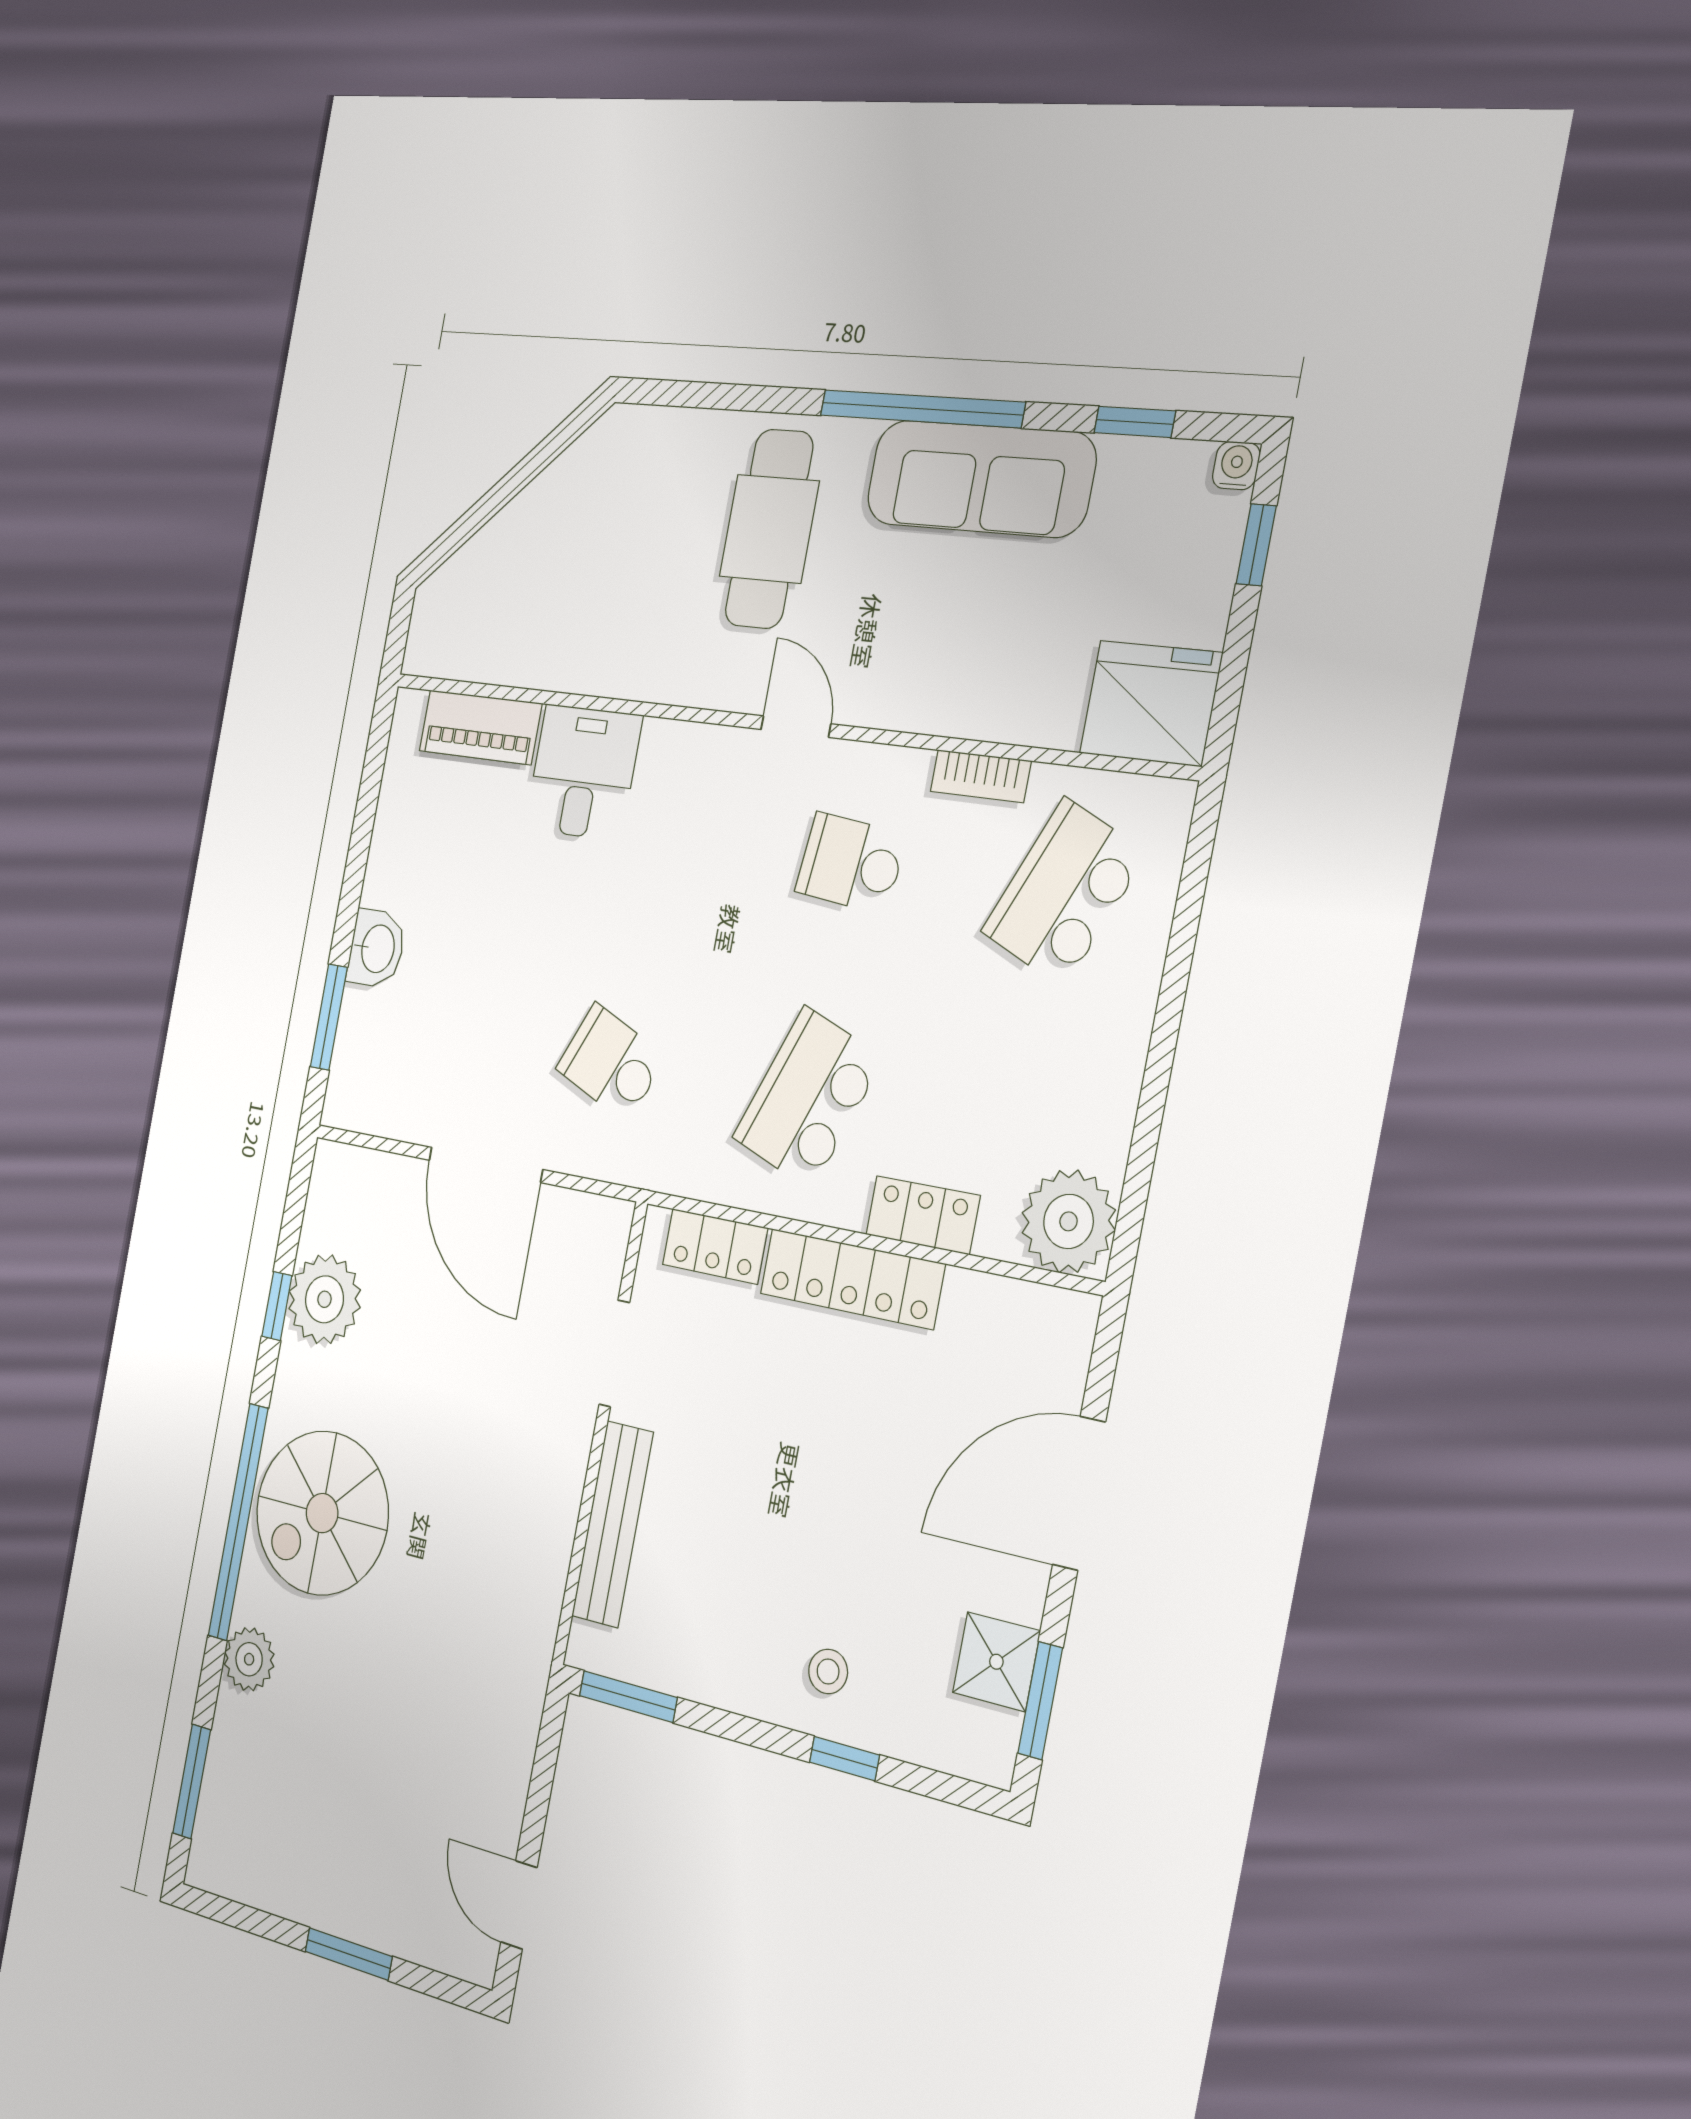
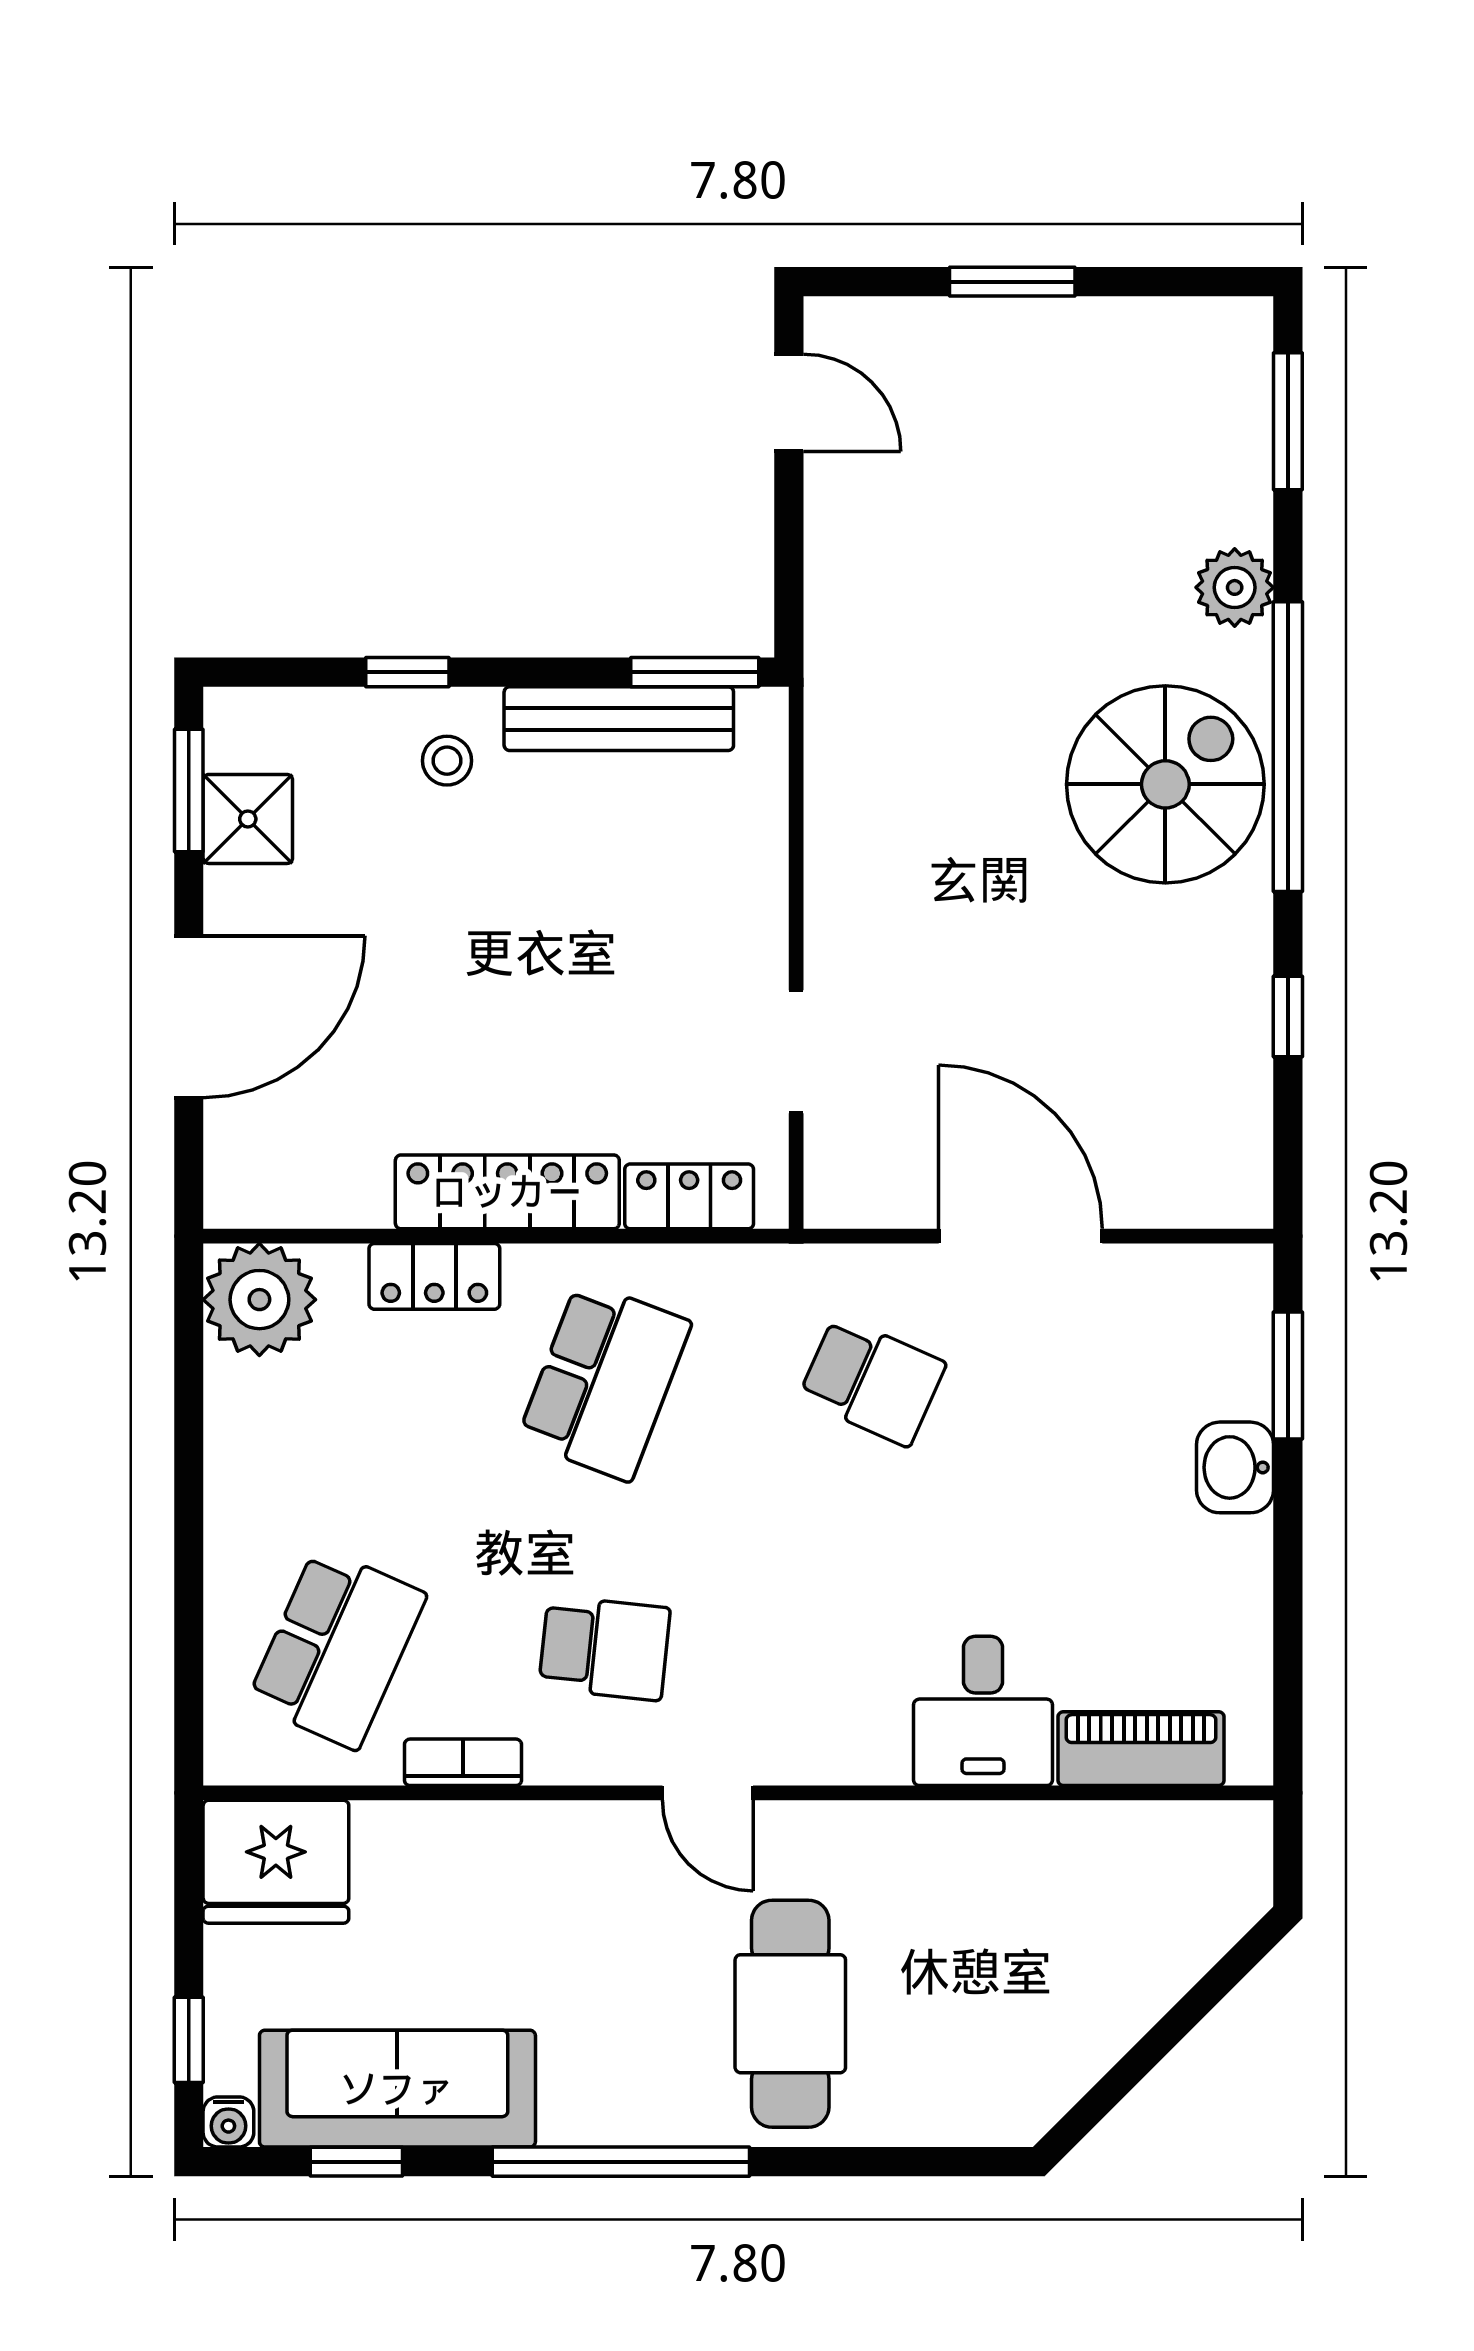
sofa: (980, 479) -> (397, 2089), moved
plant: (325, 1299) -> (1219, 1038), removed
bench: (613, 1524) -> (619, 719), moved, turned 90

